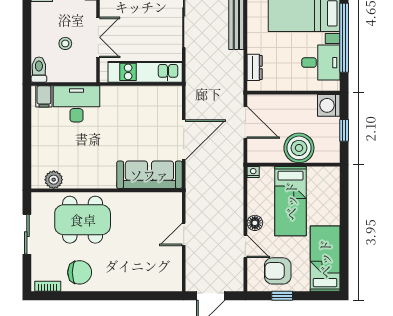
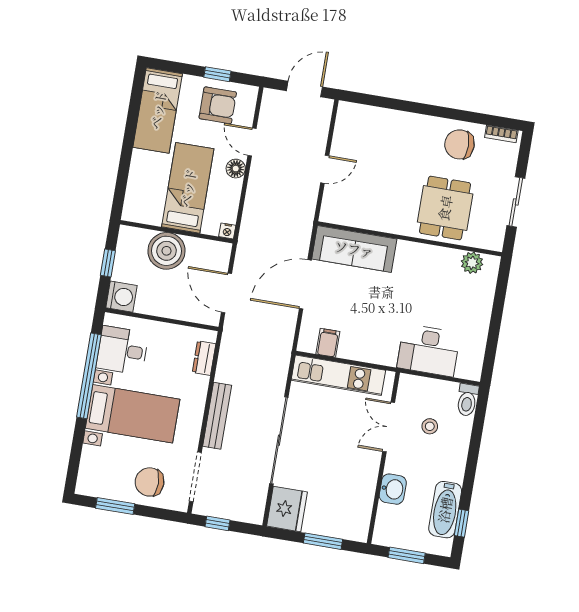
filing cabinet: (44, 96) -> (328, 343), moved
dining table: (83, 220) -> (445, 208), width x0.73

